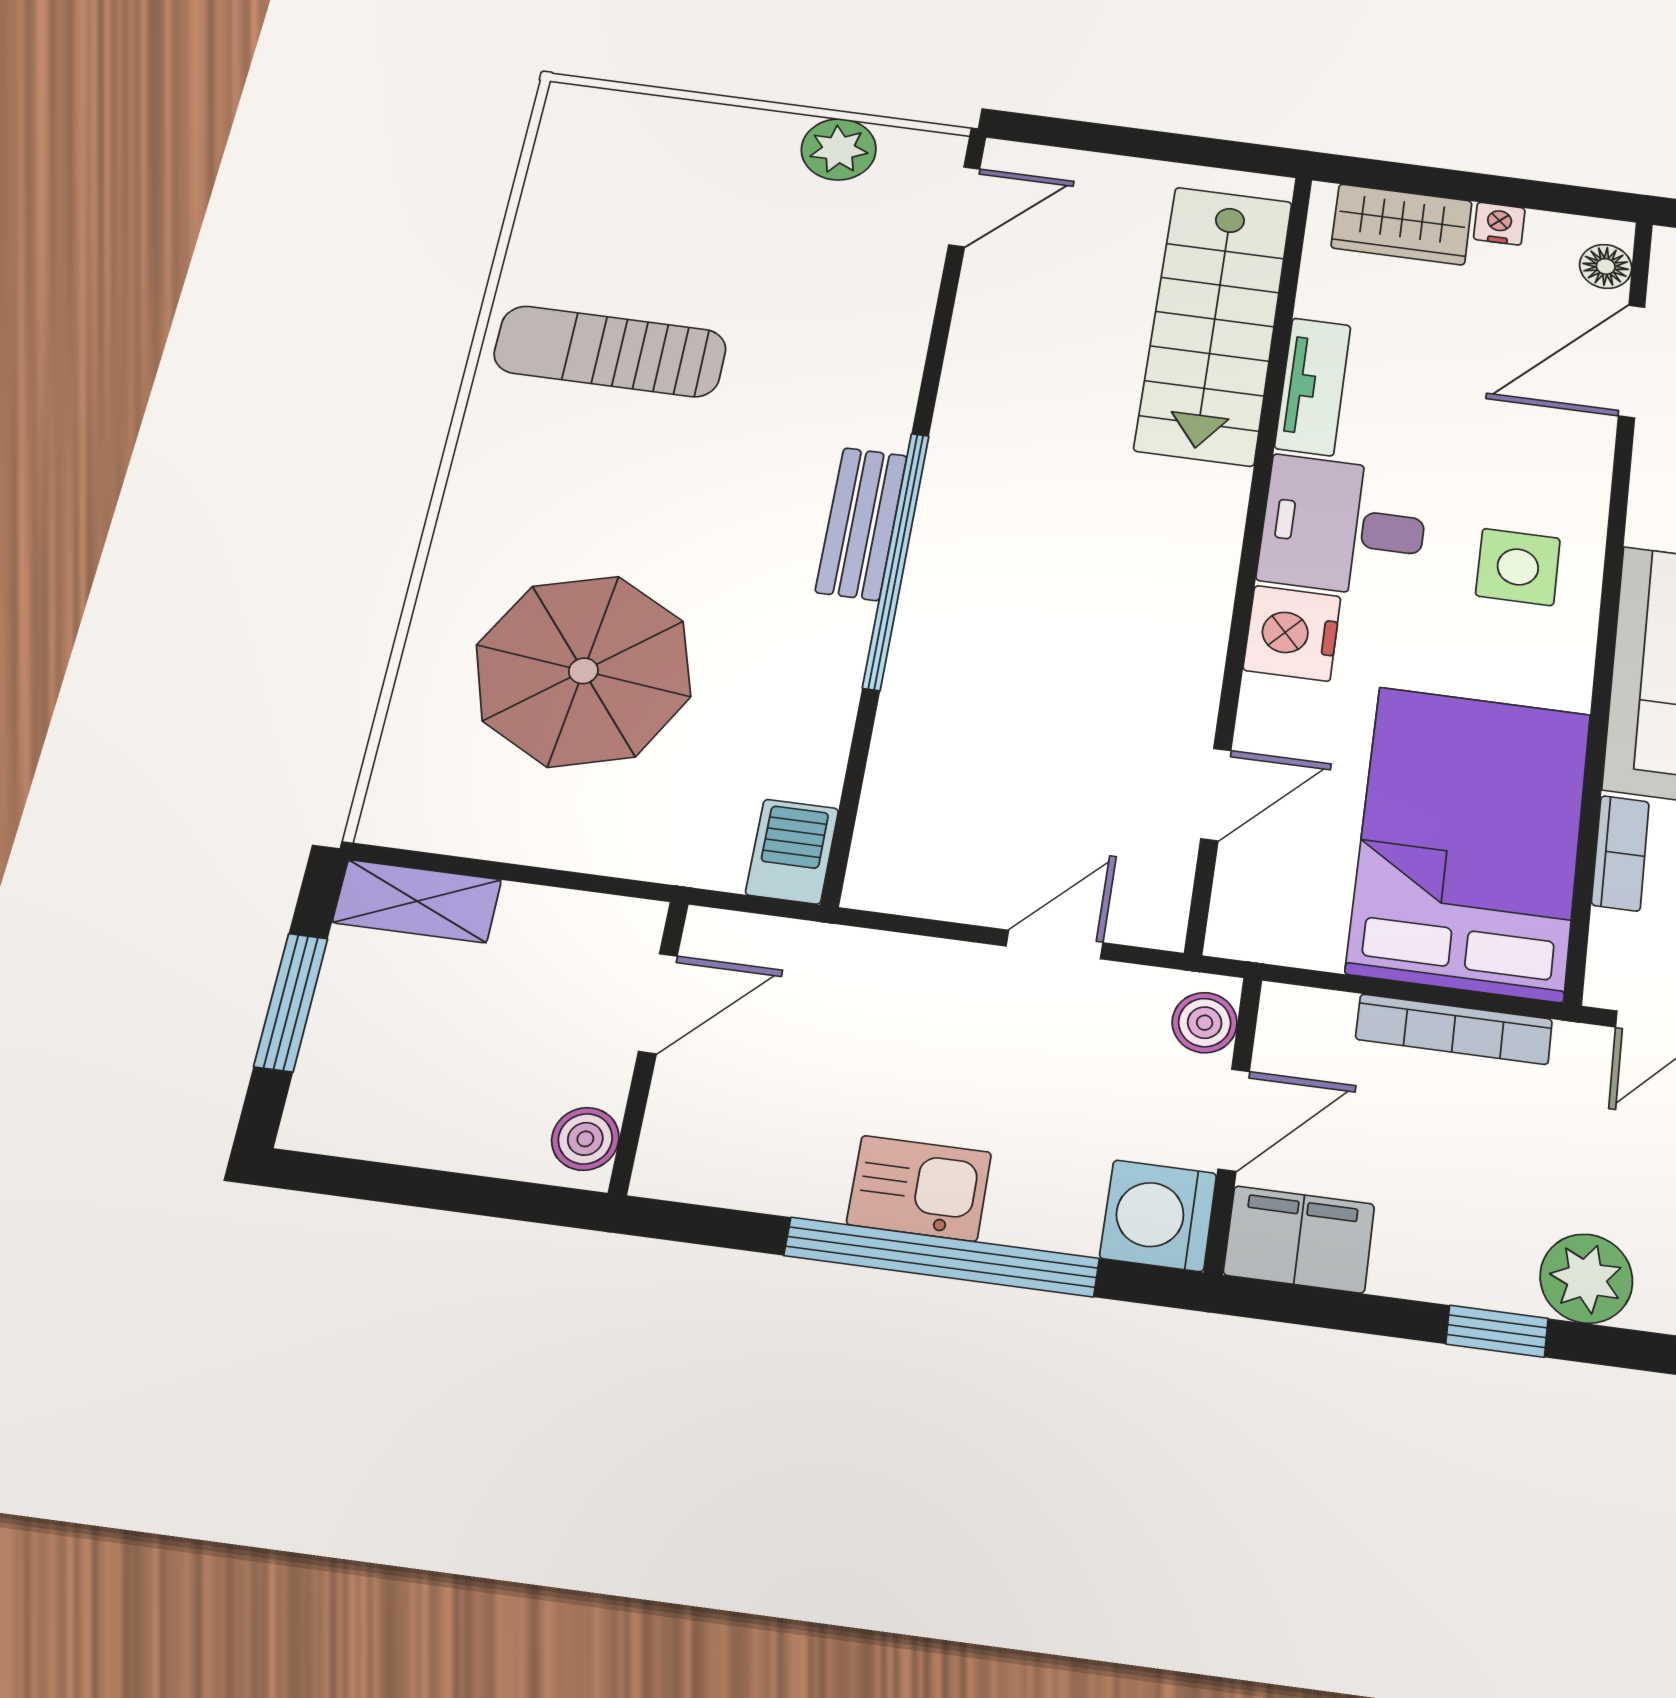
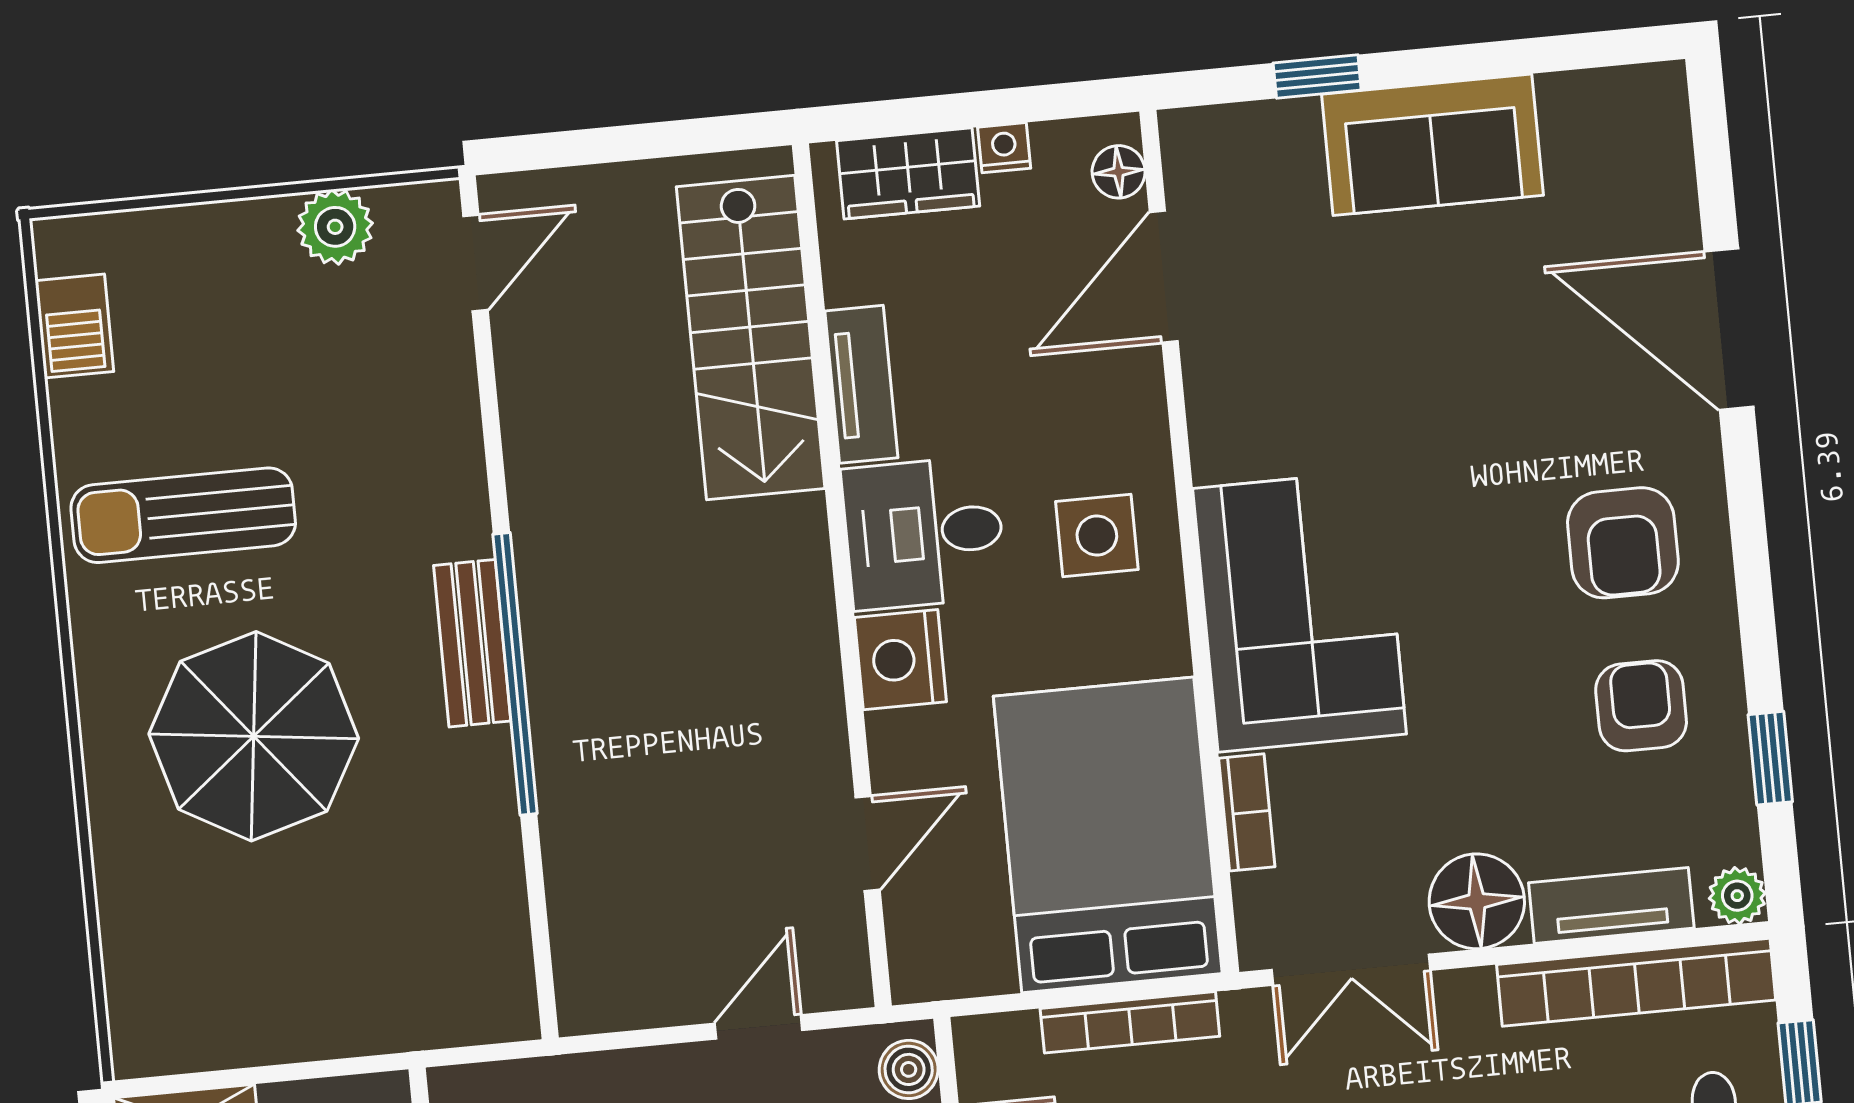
parasol: (583, 671) -> (254, 736), moved
barbecue: (792, 851) -> (74, 326), moved, turned 180

